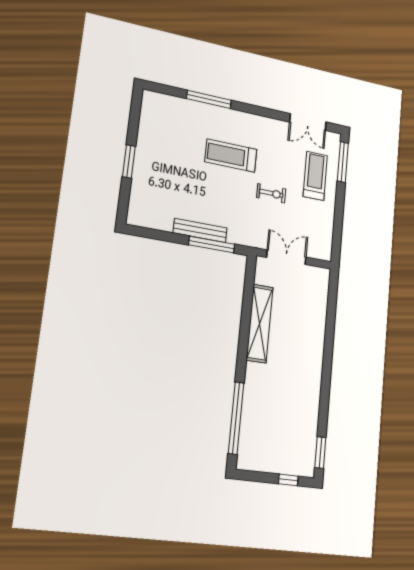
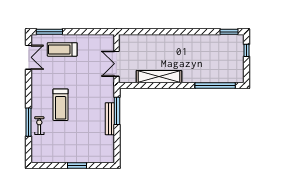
exercise bike: (271, 193) -> (39, 126), moved

